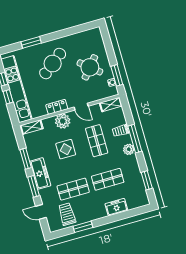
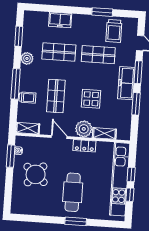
window: (31, 42) -> (76, 221), moved
cafe table: (53, 64) -> (73, 192), turned -52
shelving: (32, 127) -> (104, 133), moved
plant: (129, 149) -> (27, 58), moved

